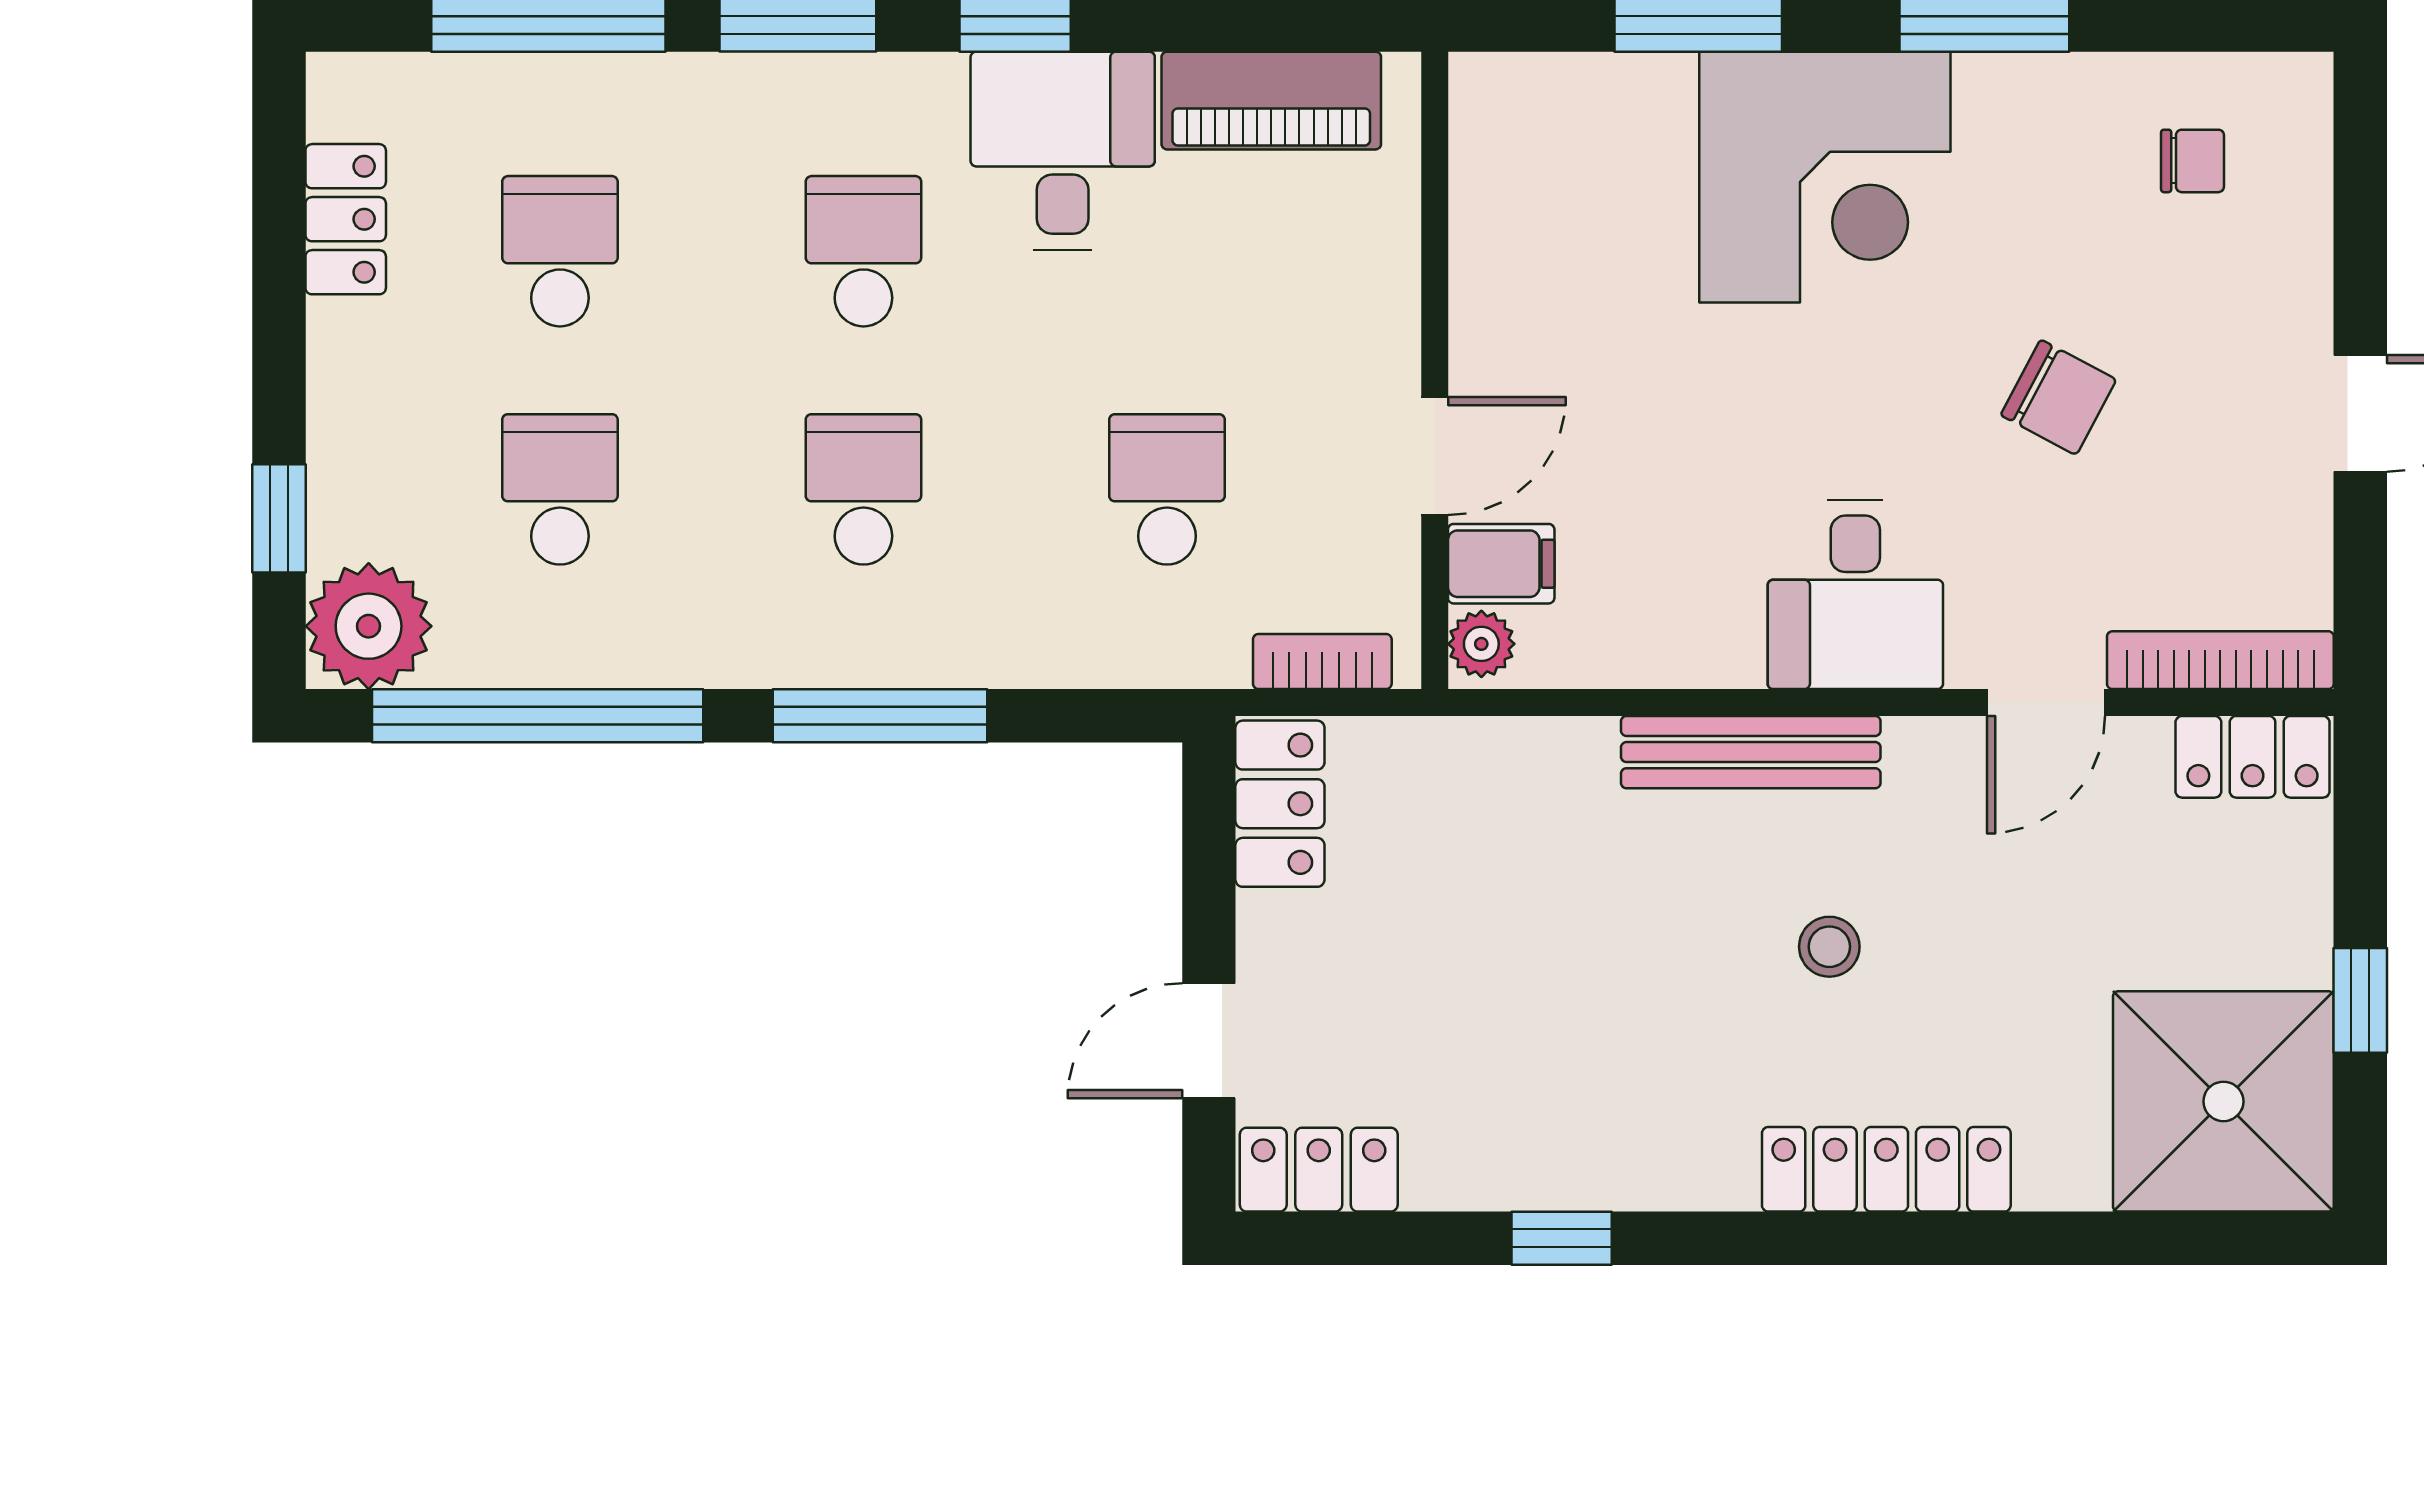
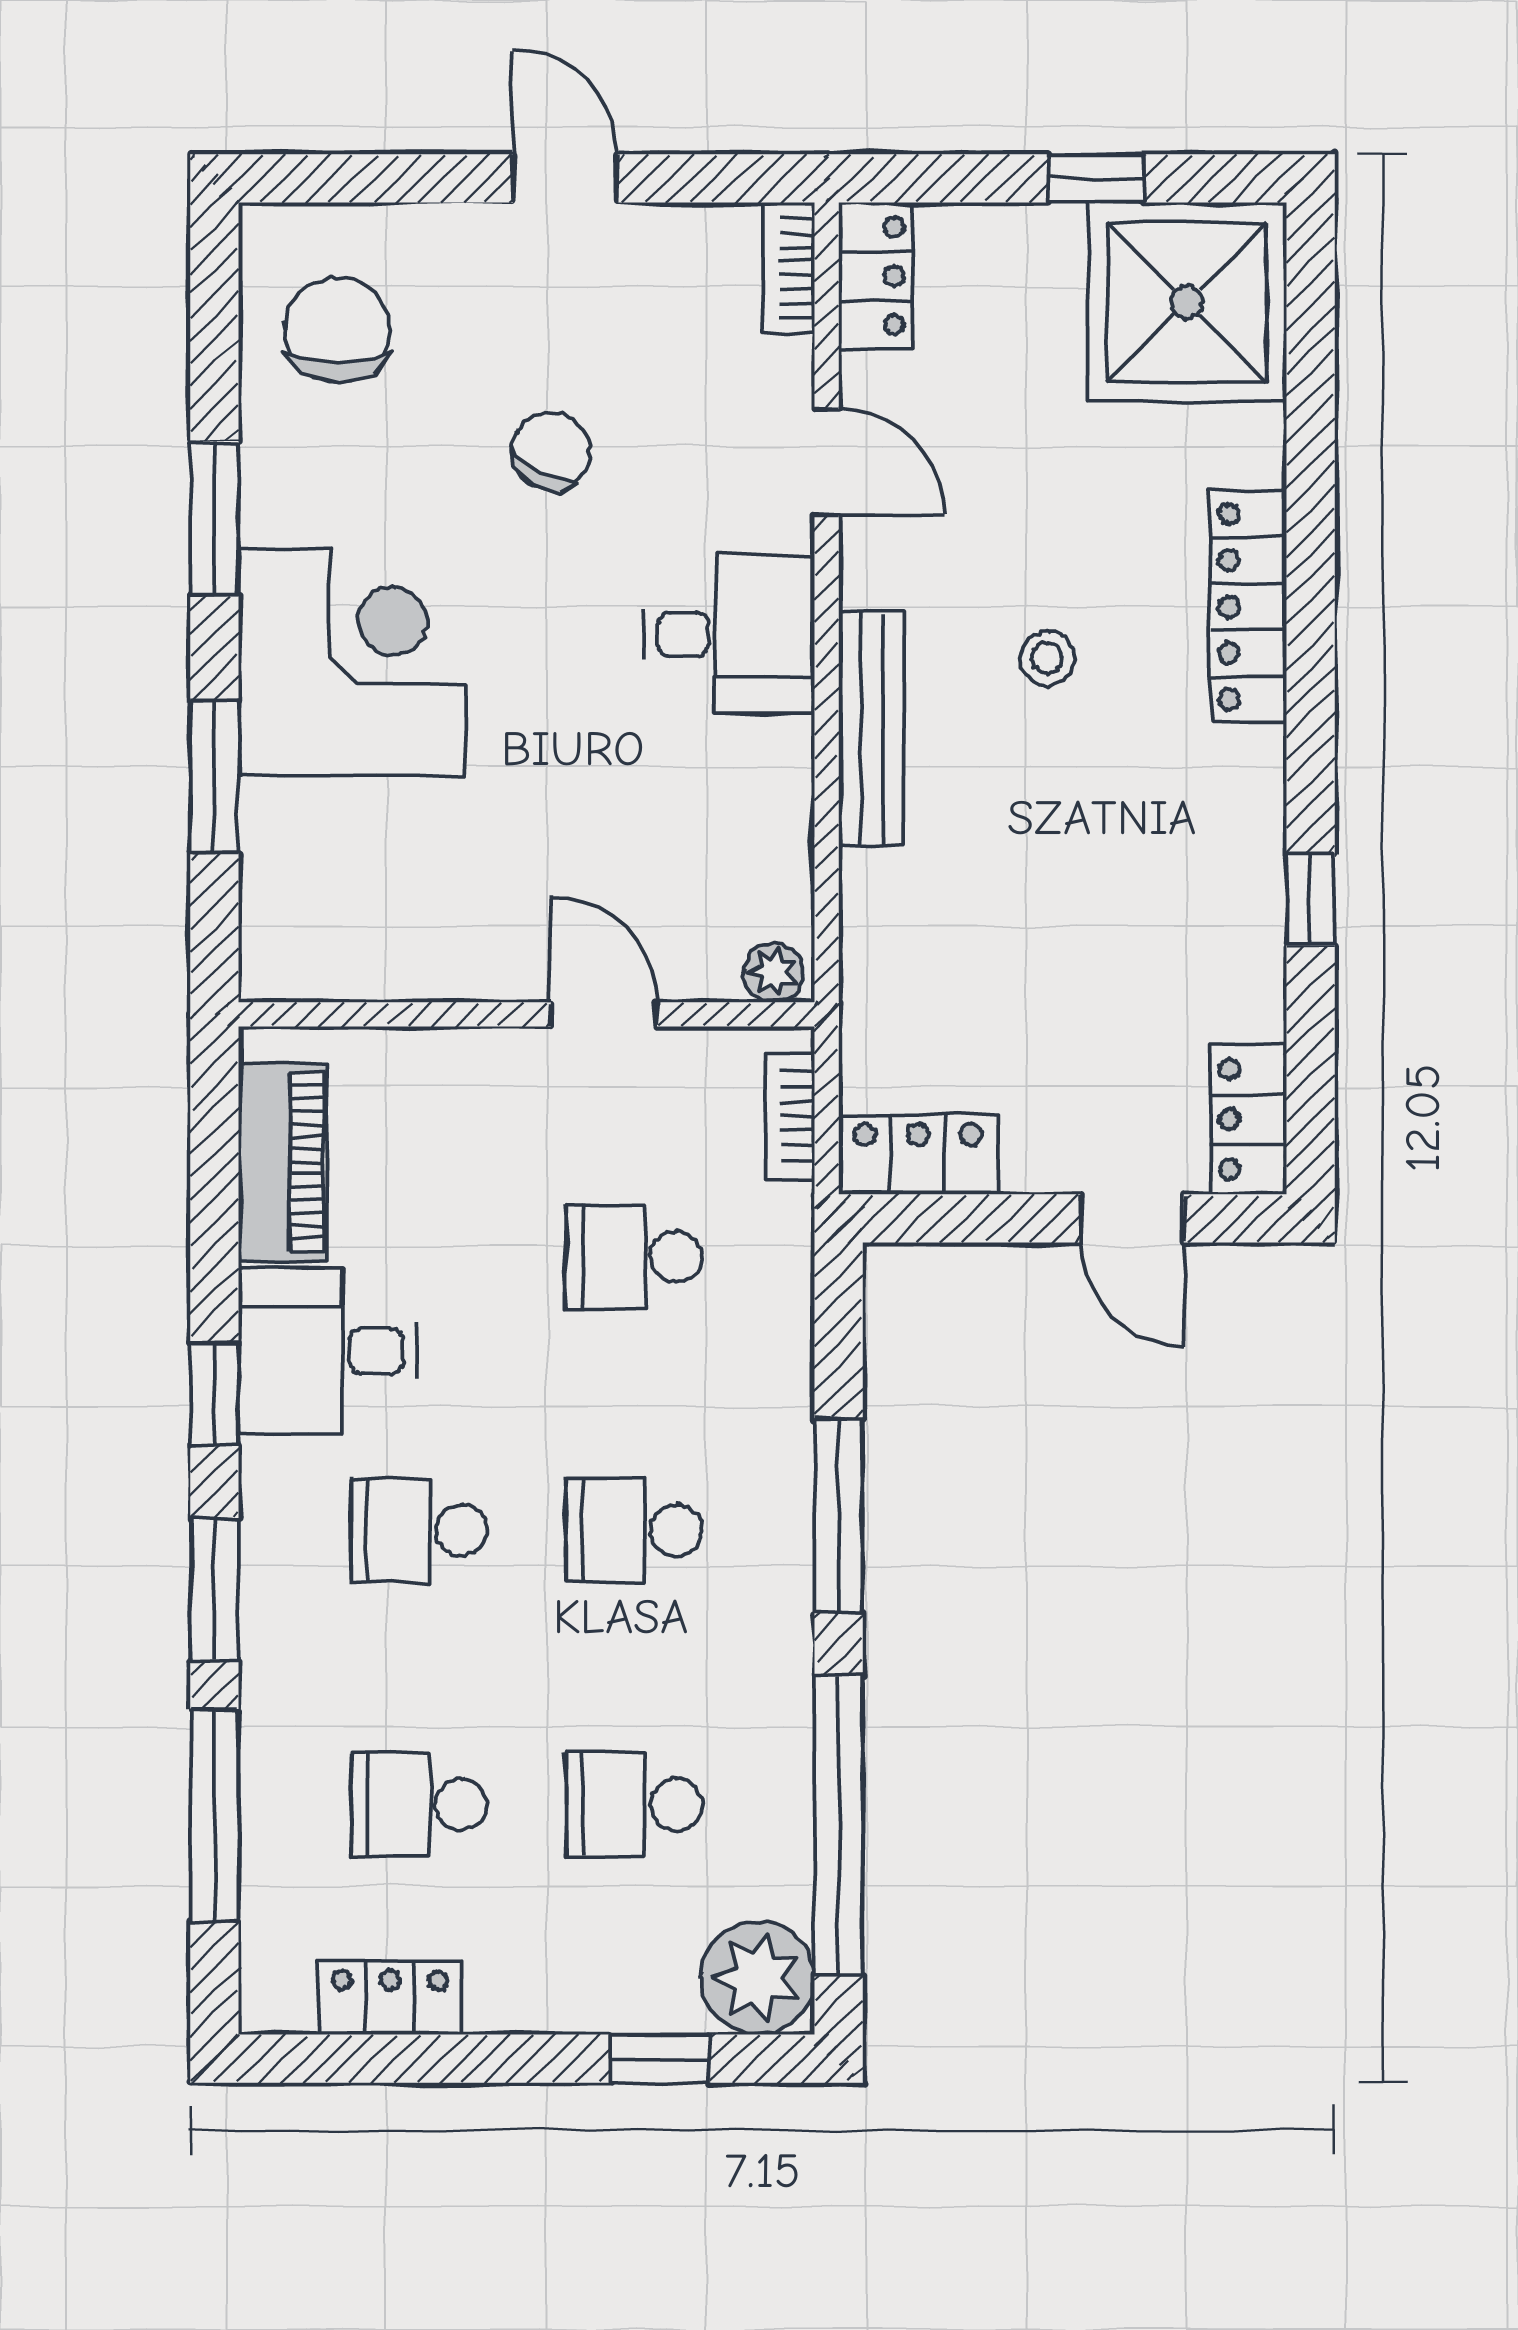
chair: (2192, 161) -> (337, 330), width x1.87, depth x1.87
filing cabinet: (1501, 564) -> (701, 955), removed
bookcase: (2220, 660) -> (788, 268), width x0.64

